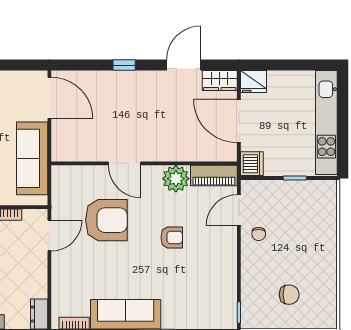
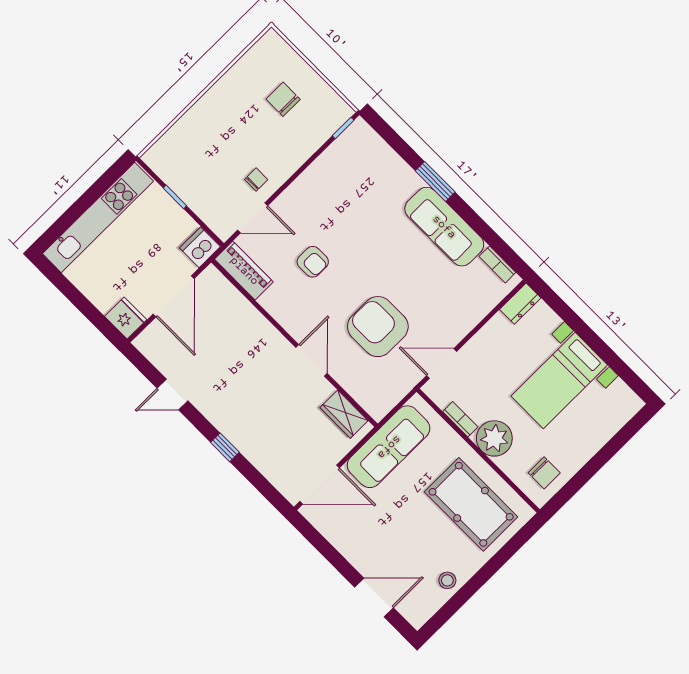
door: (184, 65) -> (172, 395), width x0.73
wardrobe: (220, 81) -> (344, 414), moved, turned 180
door: (49, 98) -> (320, 485), swing flipped
plant: (176, 179) -> (280, 302), removed
armchair: (172, 237) -> (313, 262), moved, turned 180

